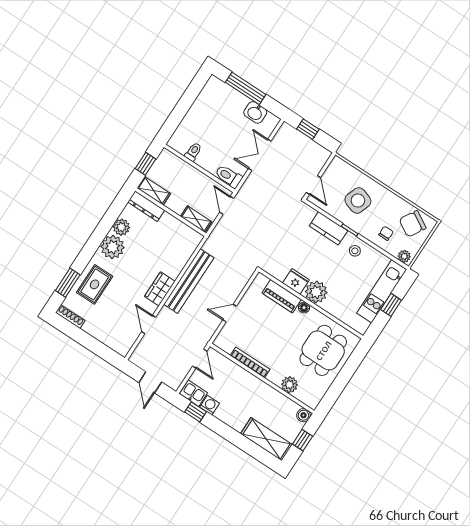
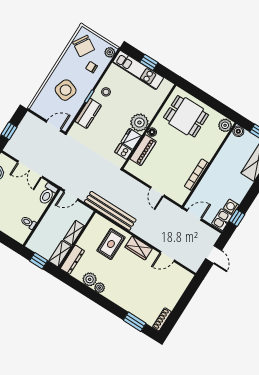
shelving: (196, 219) -> (74, 233), moved
plant: (112, 247) -> (100, 288), width x0.53, depth x0.53
dishwasher: (280, 272) -> (123, 151), added
bench: (189, 281) -> (110, 211), moved
rug: (95, 284) -> (111, 244), moved, turned 90
door: (150, 382) -> (214, 255), hinge flipped
plant: (289, 385) -> (225, 125), moved

